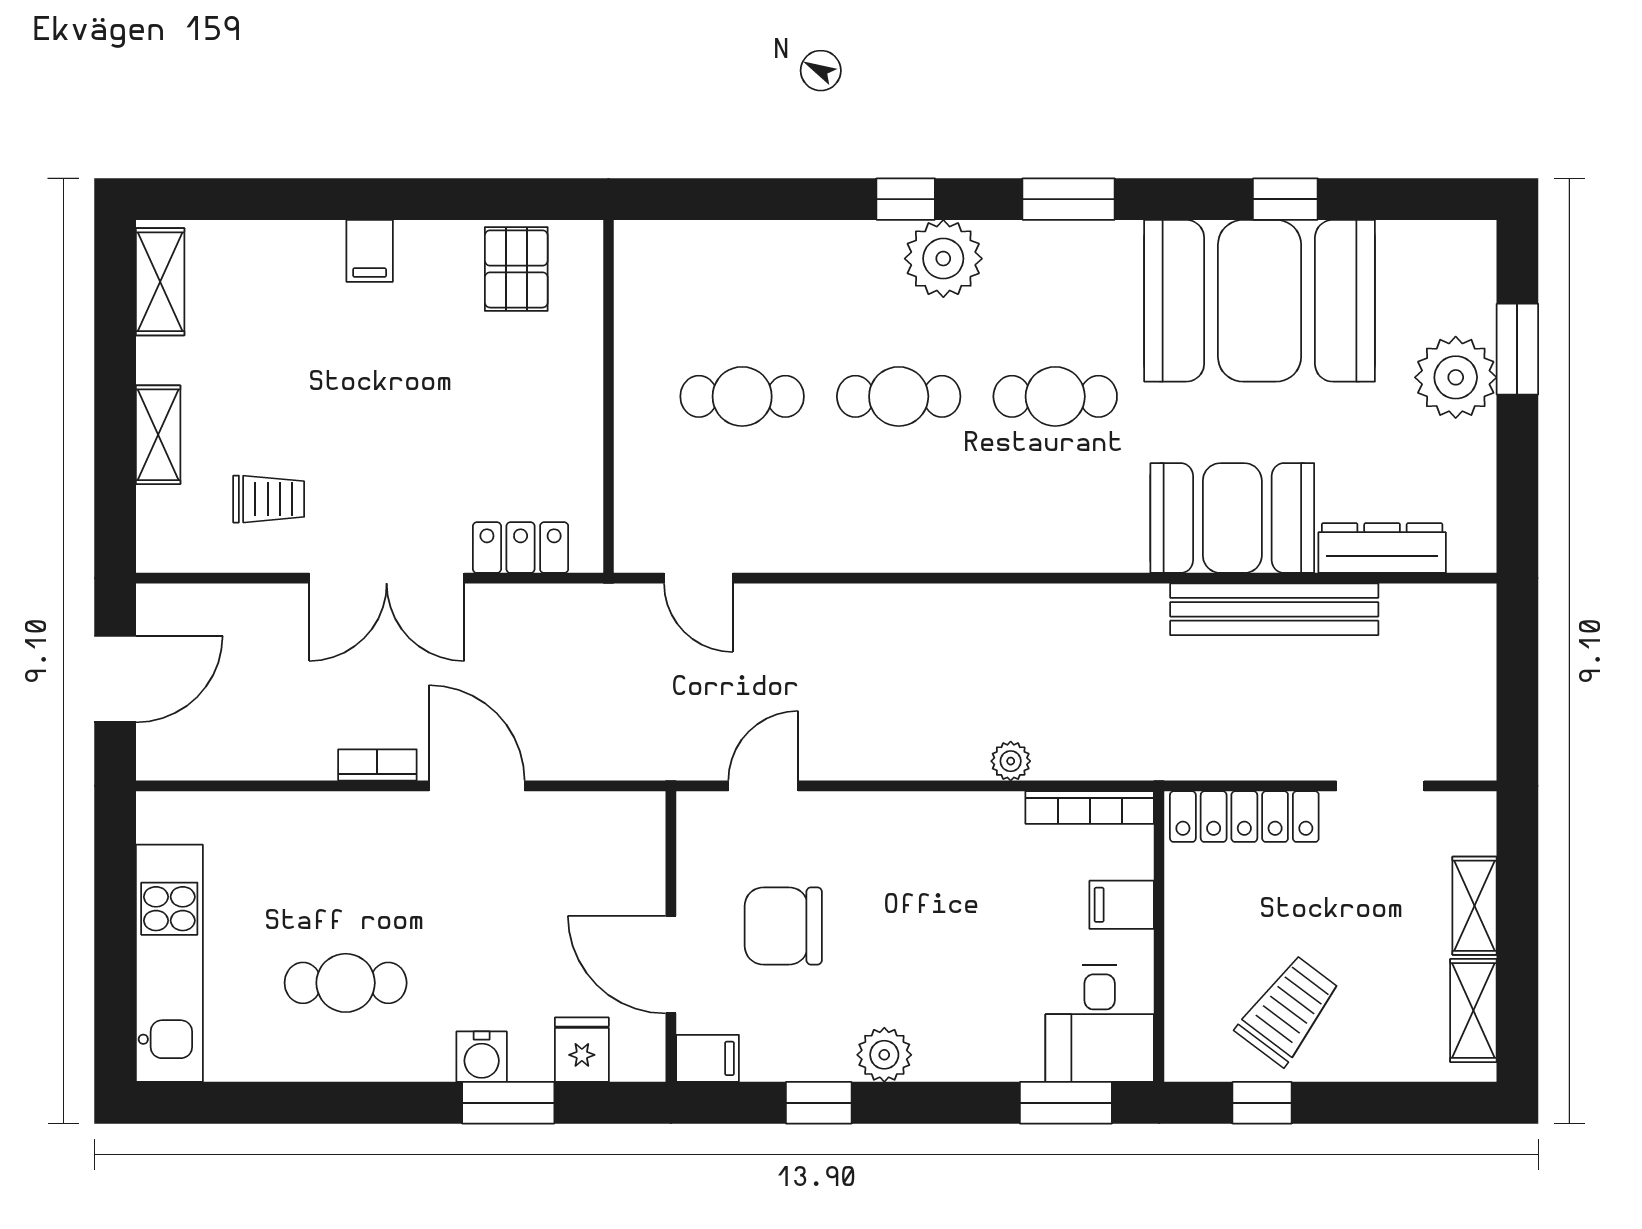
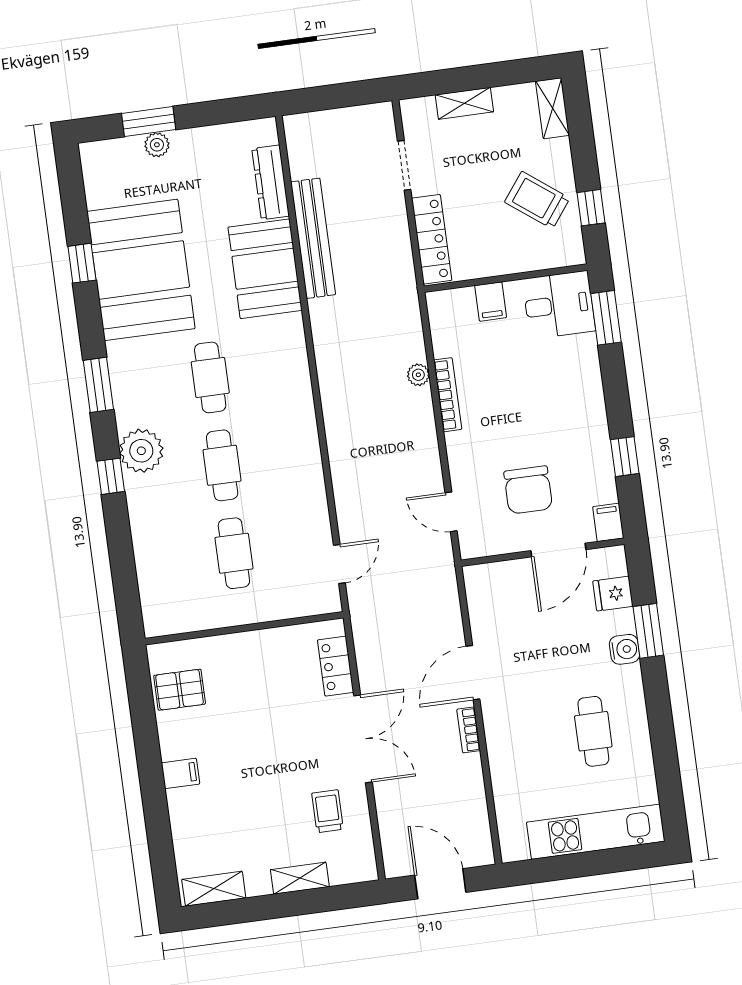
plant: (1456, 377) -> (157, 145), width x0.53, depth x0.53
bookcase: (1090, 808) -> (448, 395), moved
shelving: (1473, 1011) -> (552, 108), moved, turned 90
plant: (884, 1055) -> (593, 423), removed

